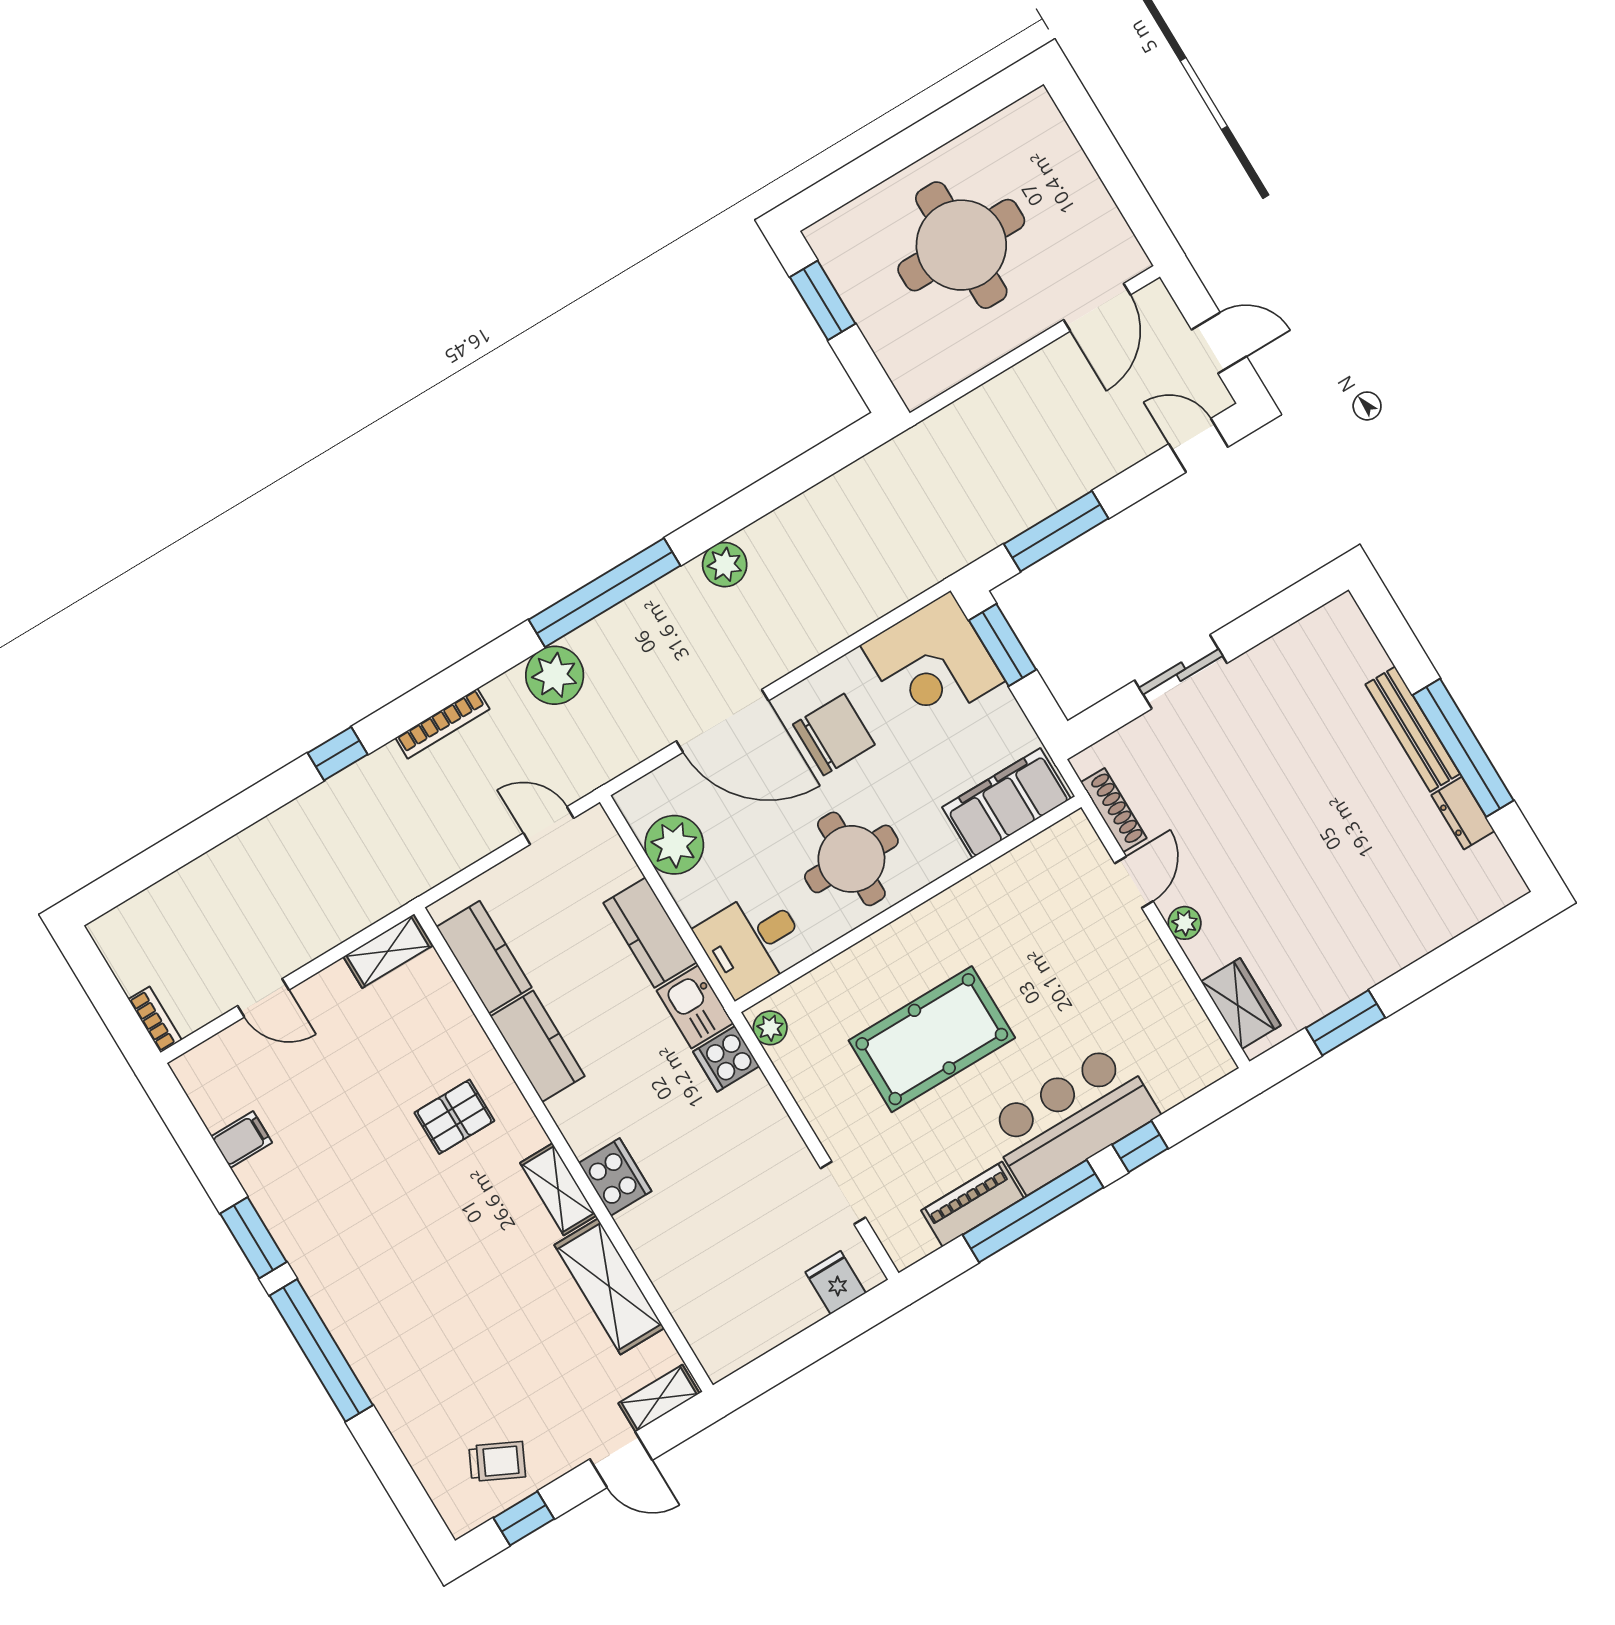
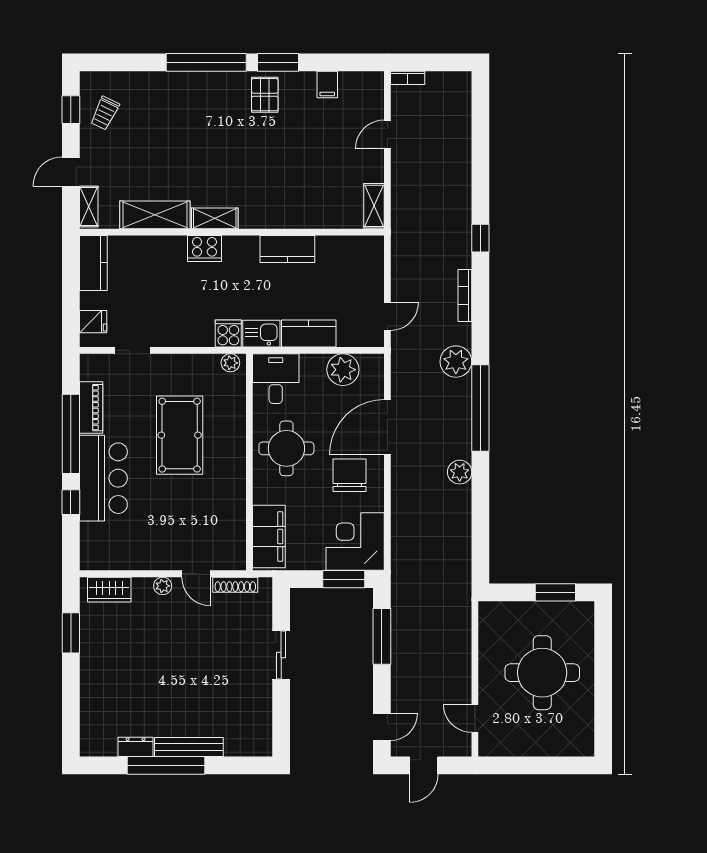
door: (1097, 307) -> (475, 718), width x0.73
chair: (834, 735) -> (349, 475), turned 180
kitchen counter: (484, 957) -> (93, 263), moved, turned -90
pallet: (454, 1117) -> (265, 95), moved

